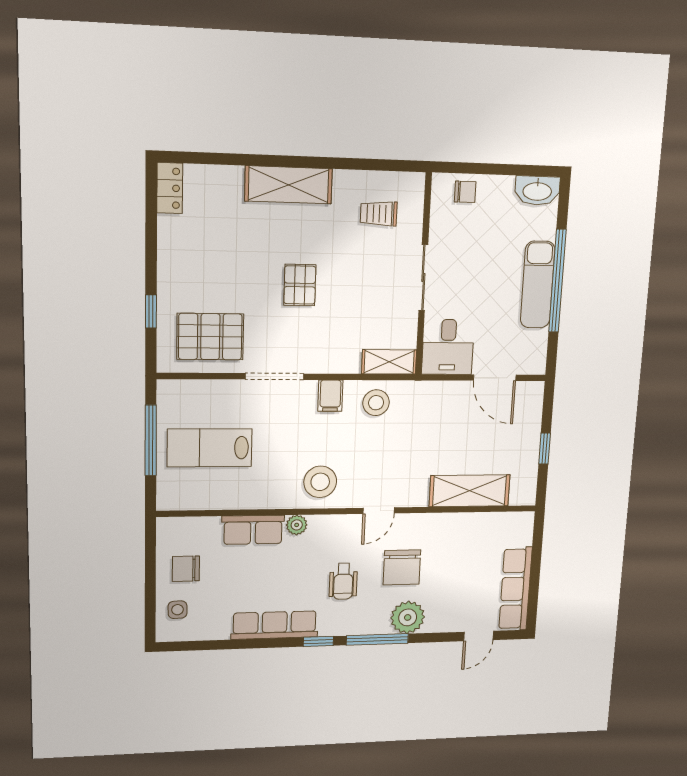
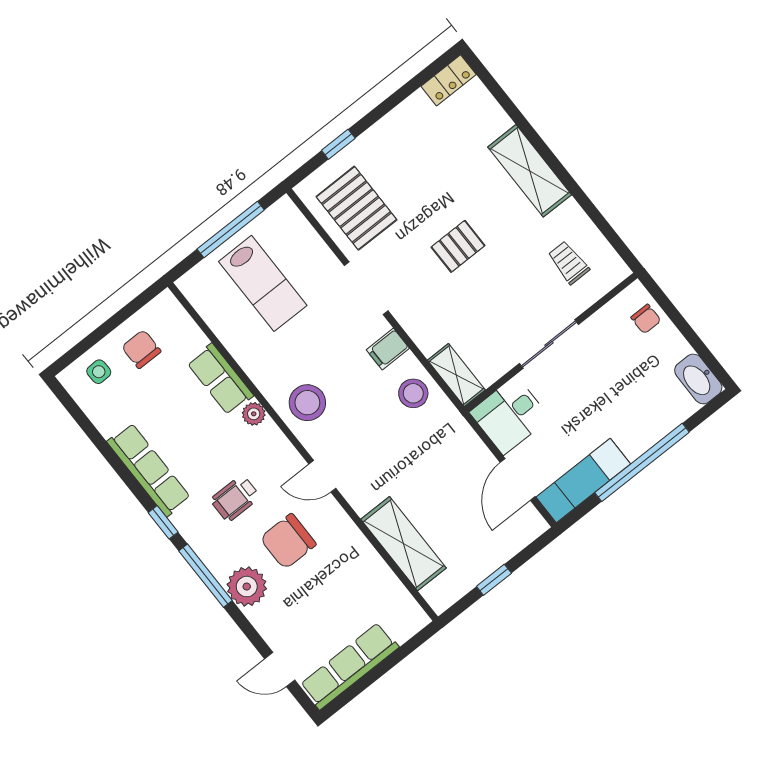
exam couch: (538, 285) -> (583, 480), moved
lab bench: (210, 448) -> (263, 283), turned 180

